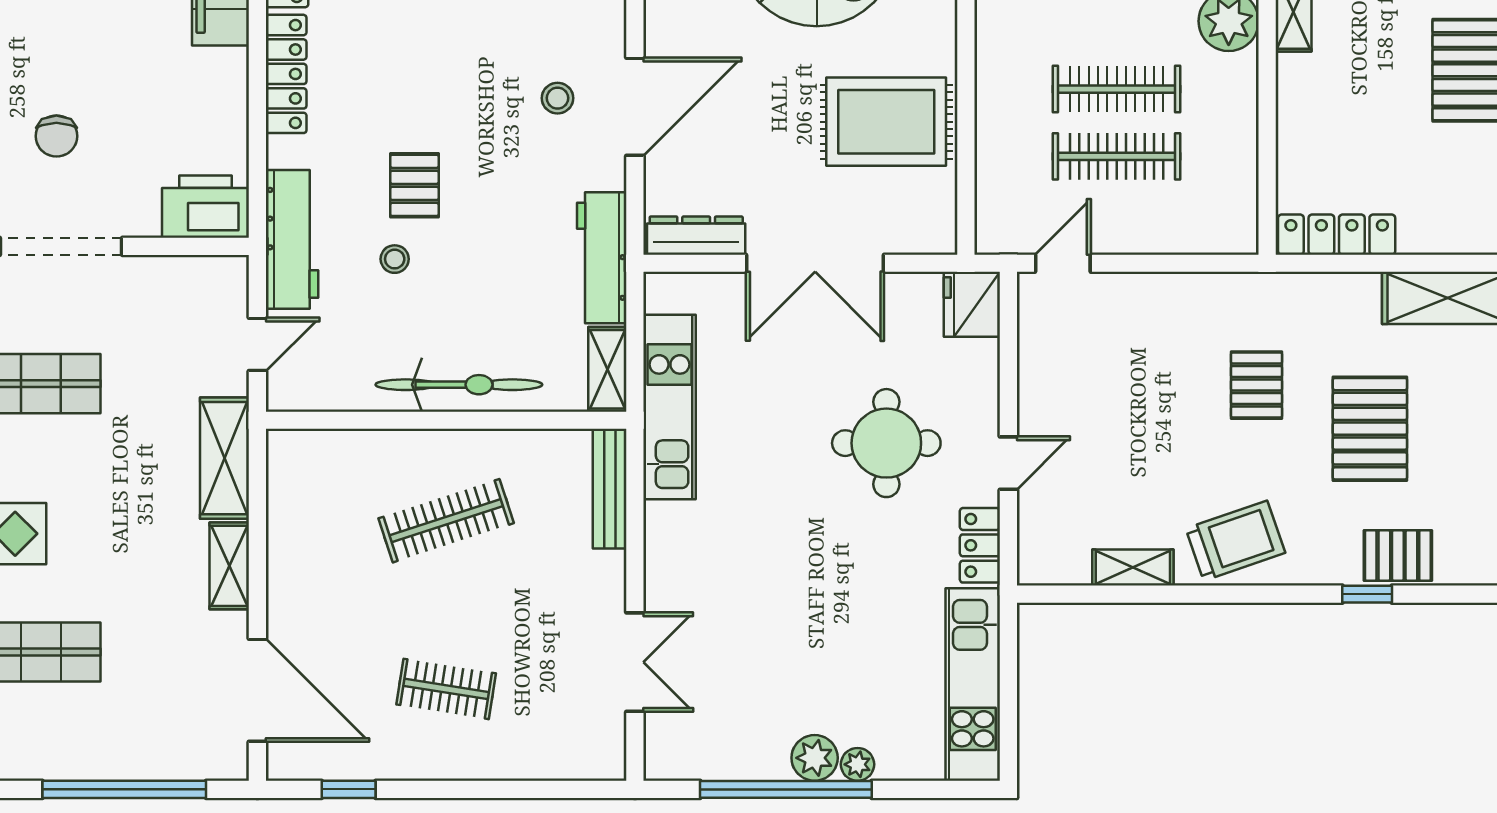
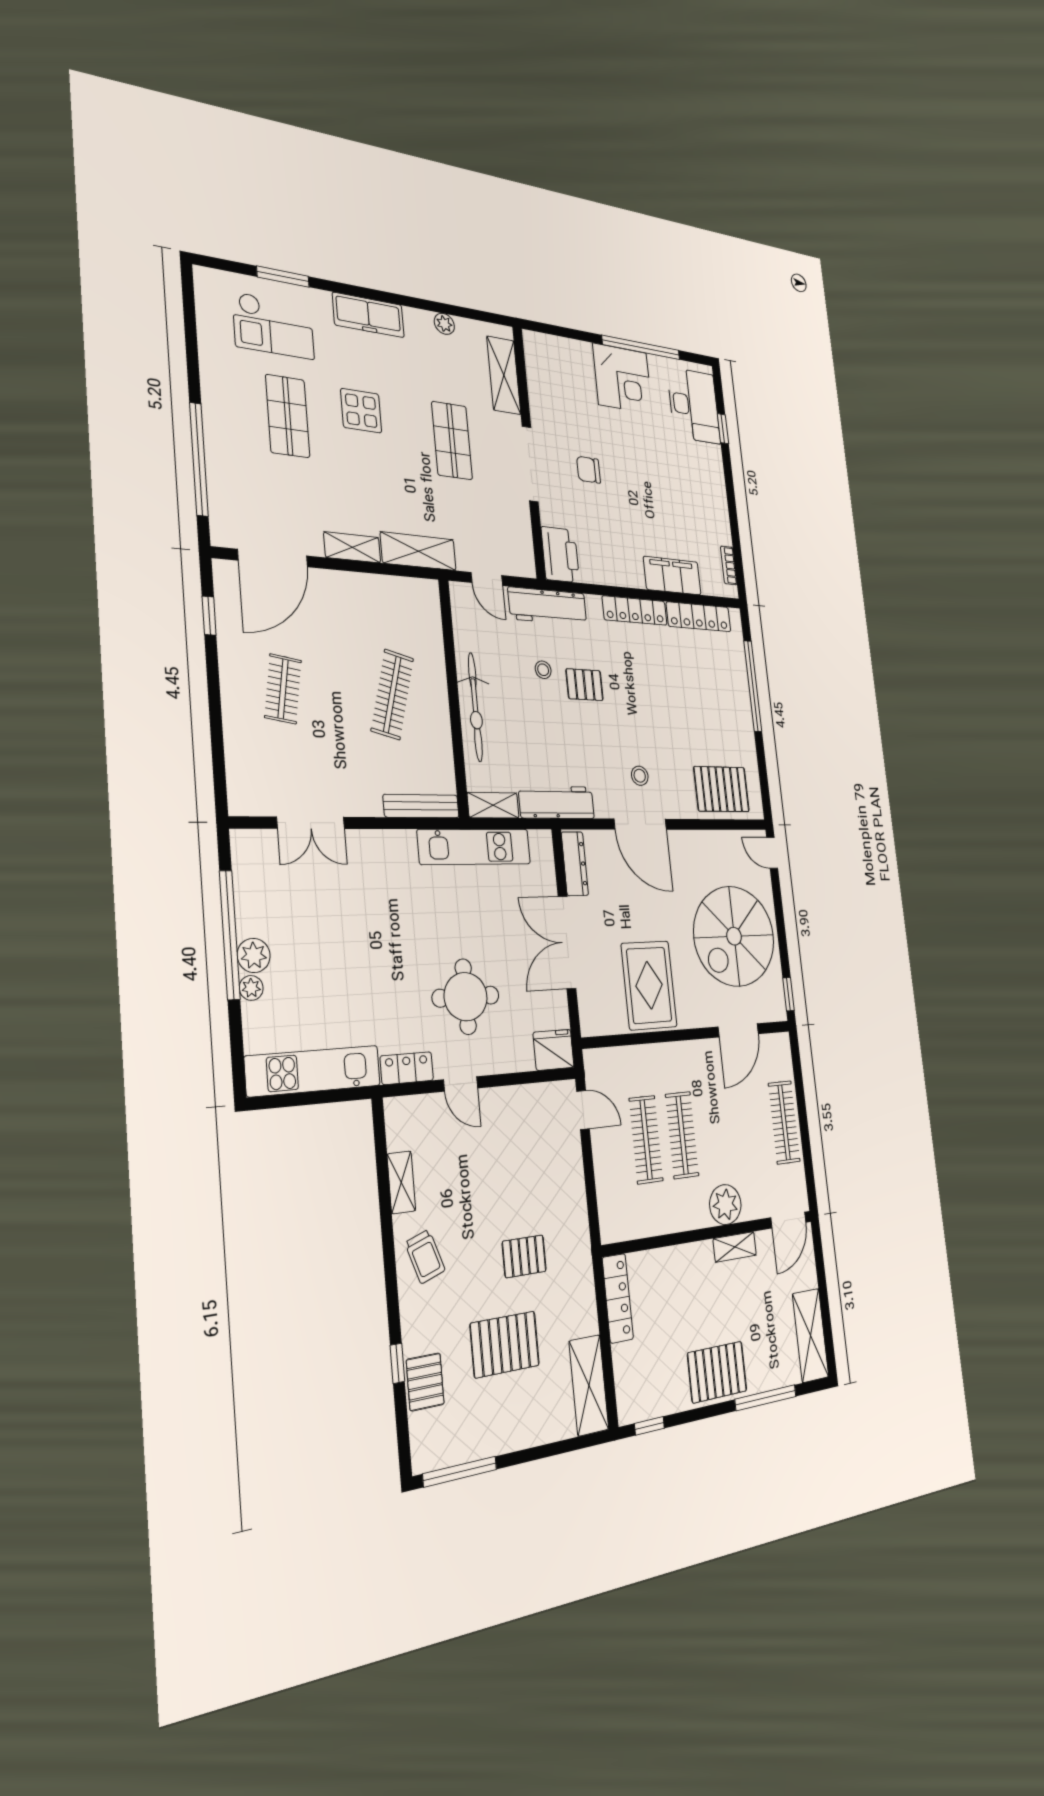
clothes rail: (446, 521) -> (392, 694), turned 33
trolley: (1235, 541) -> (425, 1257), width x0.73, depth x0.72

